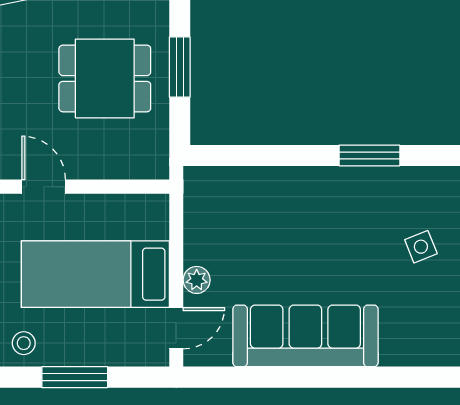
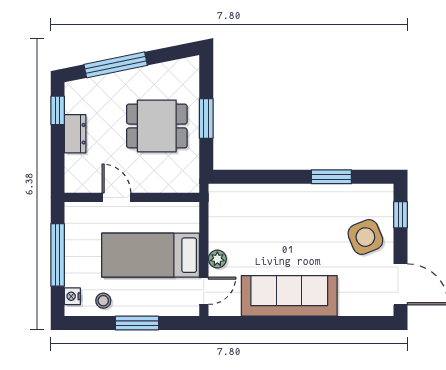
side table: (421, 247) -> (365, 237), width x1.87, depth x1.87

